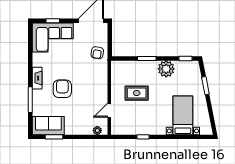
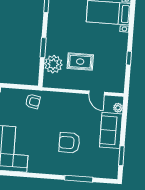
plant: (166, 69) -> (53, 64), moved
fireplace: (37, 78) -> (56, 169), removed
rug: (137, 93) -> (80, 62), turned 90
sofa: (48, 126) -> (111, 130), moved

